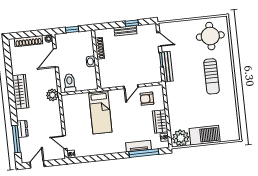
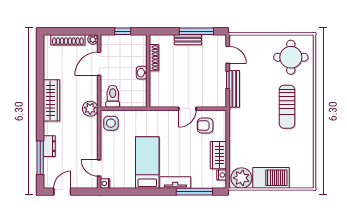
window: (132, 23) -> (196, 31), width x2.17
side table: (70, 105) -> (111, 123), added
bed: (100, 112) -> (147, 162), moved, turned 180
tv unit: (139, 146) -> (175, 182), moved

